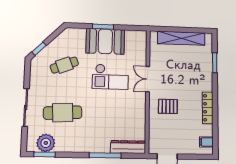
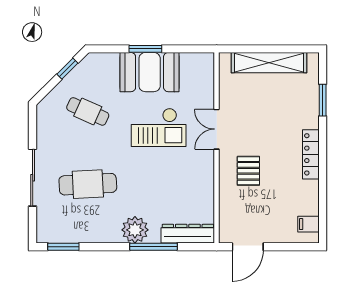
window: (39, 49) -> (67, 69), moved
cafe table: (64, 65) -> (88, 111), turned 45
pallet: (168, 106) -> (248, 171), turned 90
locker: (208, 108) -> (311, 154), moved
plant: (46, 143) -> (135, 230), moved

